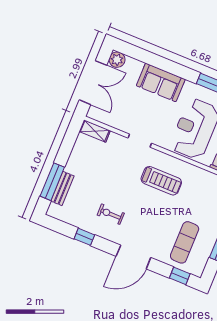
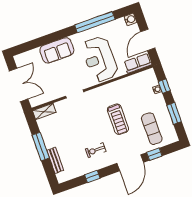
plant: (117, 60) -> (21, 60), removed
treadmill: (161, 181) -> (118, 119), moved, turned 90
window: (52, 182) -> (41, 147), moved
window: (180, 276) -> (154, 154), moved

